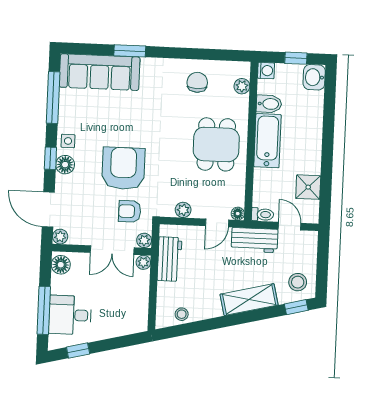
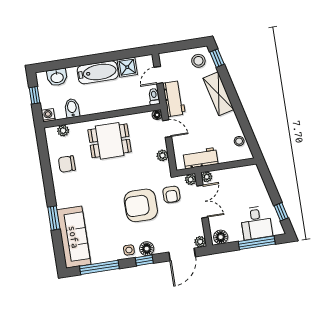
washbasin: (314, 77) -> (57, 77), moved
bathtub: (267, 141) -> (98, 72), moved, turned 180

